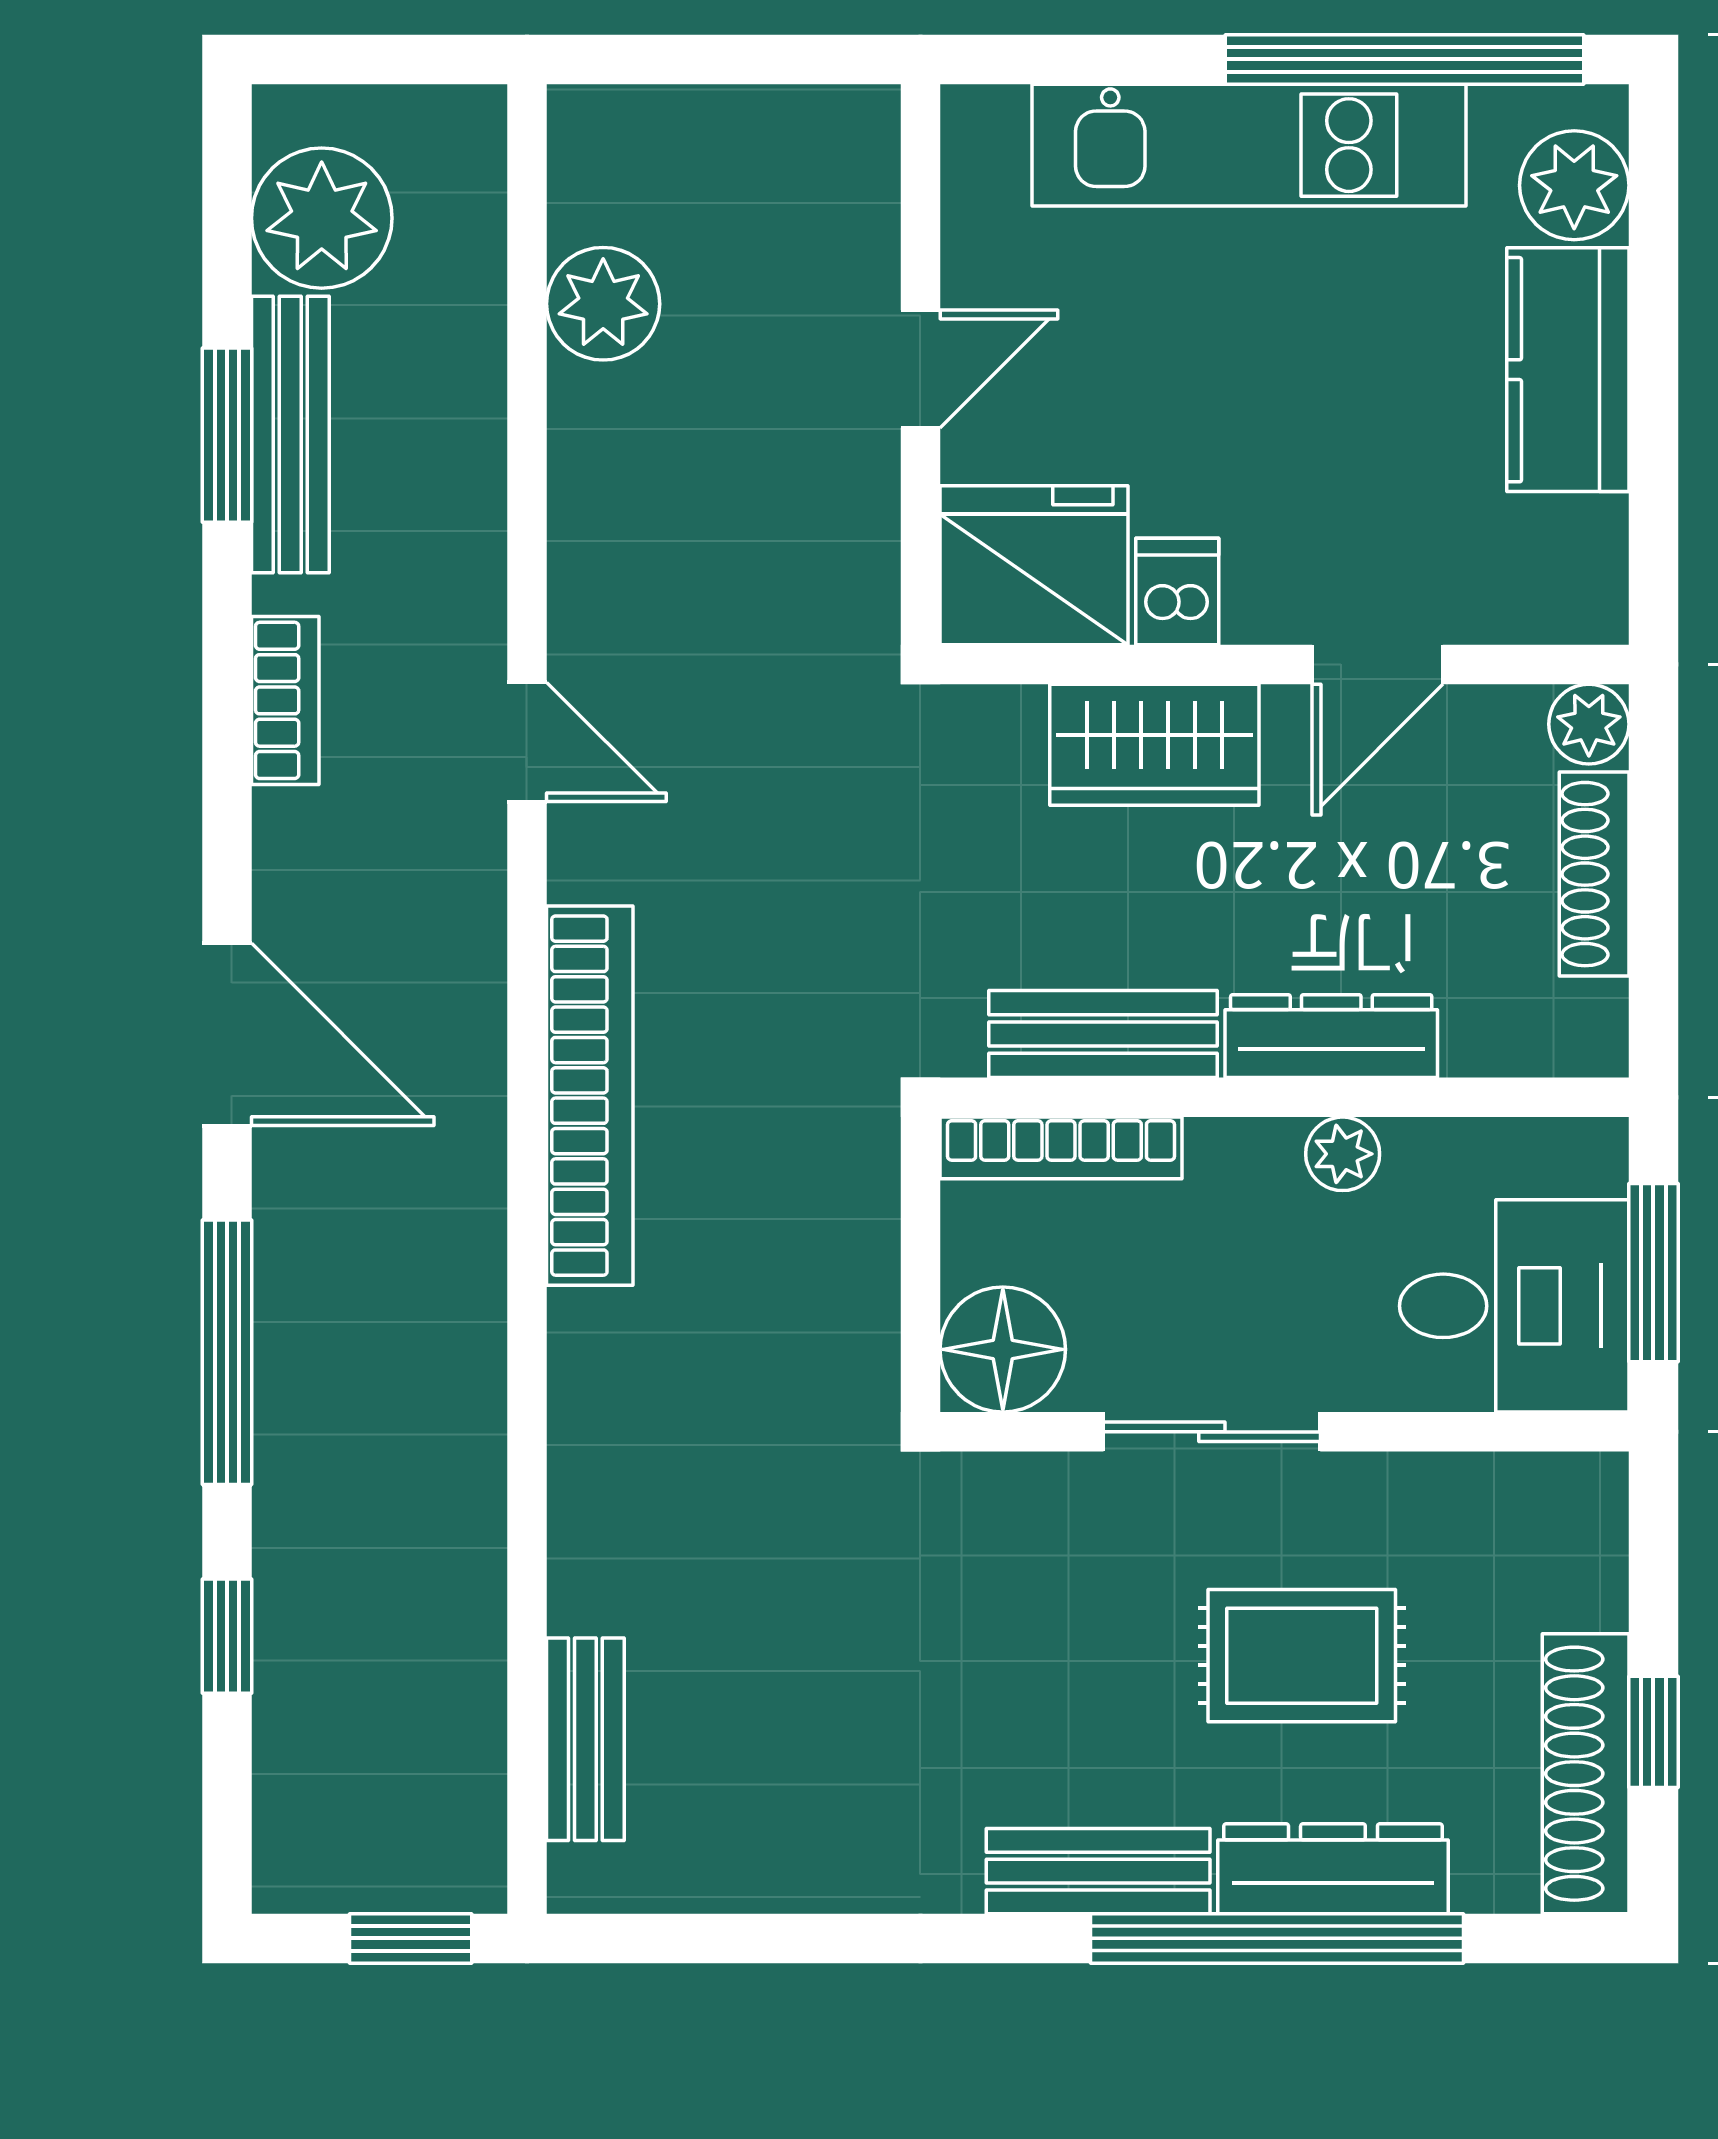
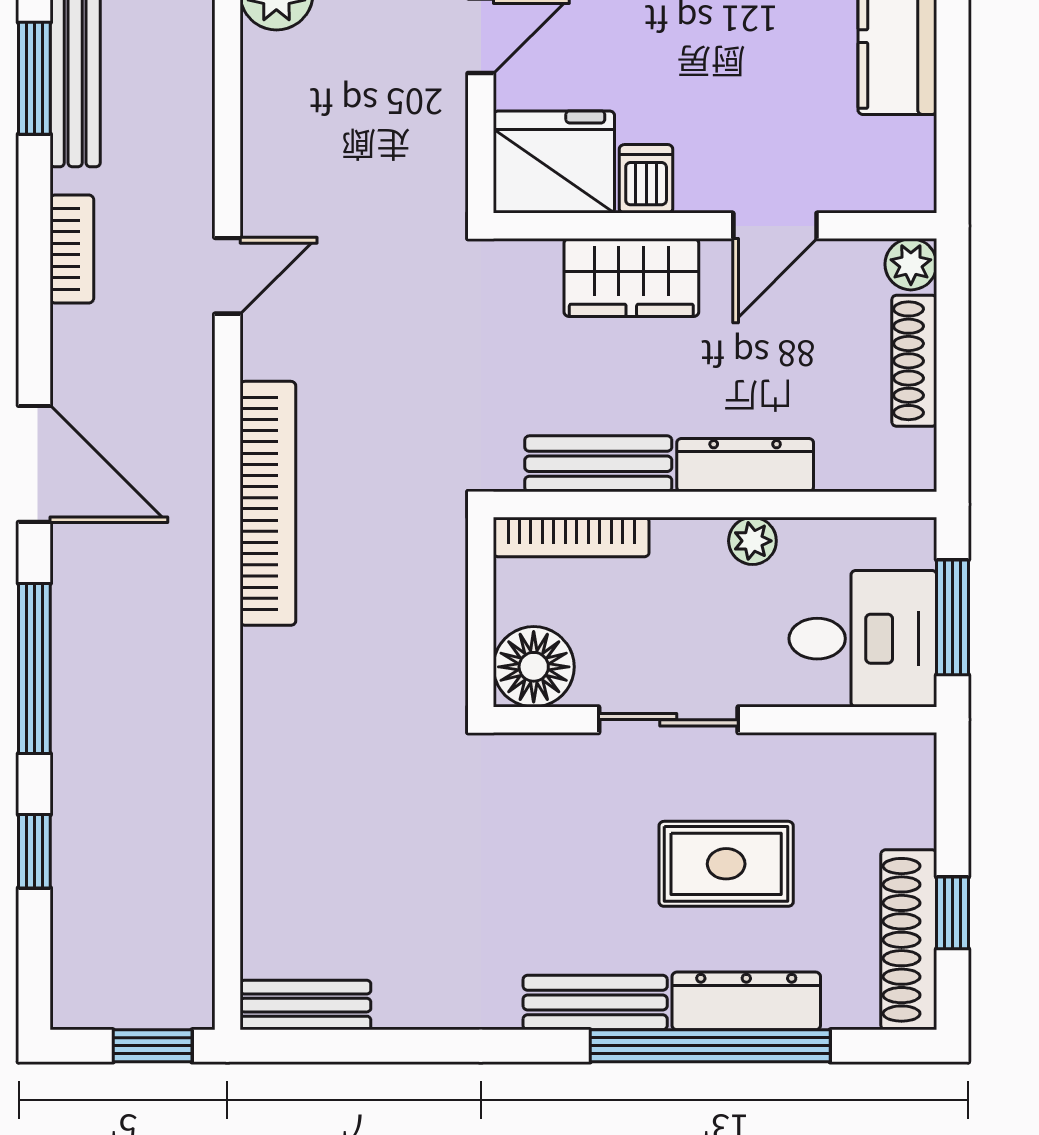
door: (527, 742) -> (227, 276), hinge flipped
bench: (585, 1739) -> (305, 1005), moved, turned 90

